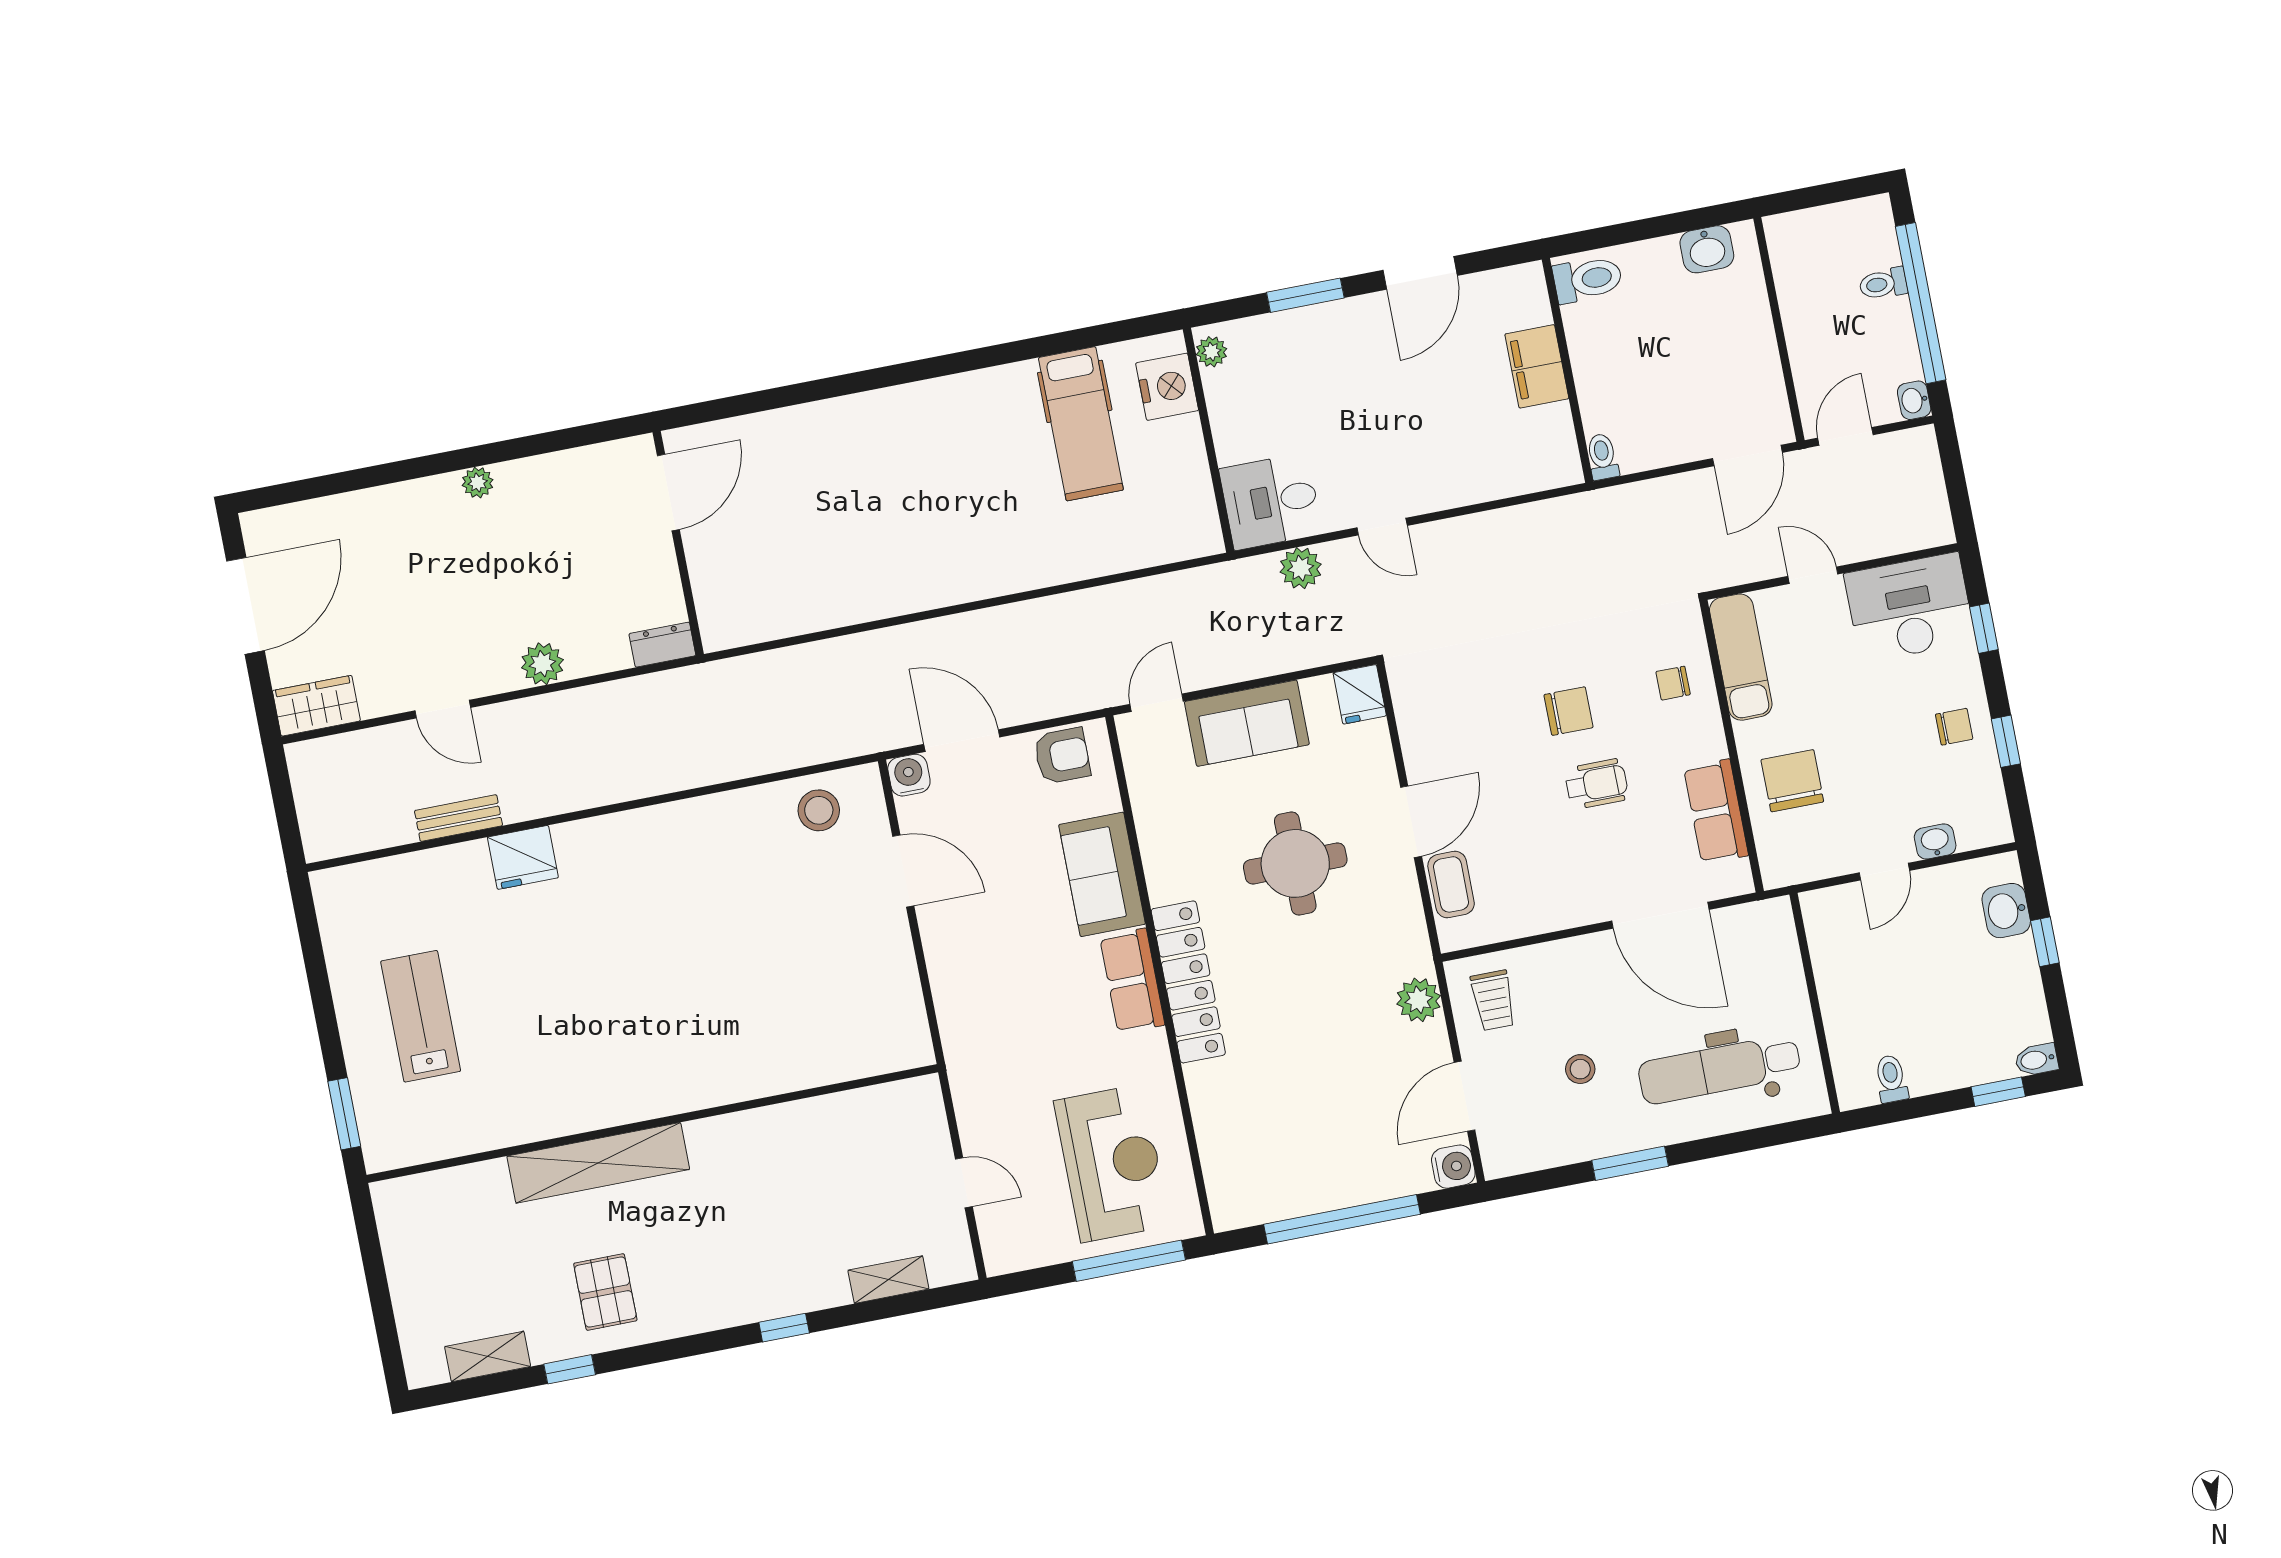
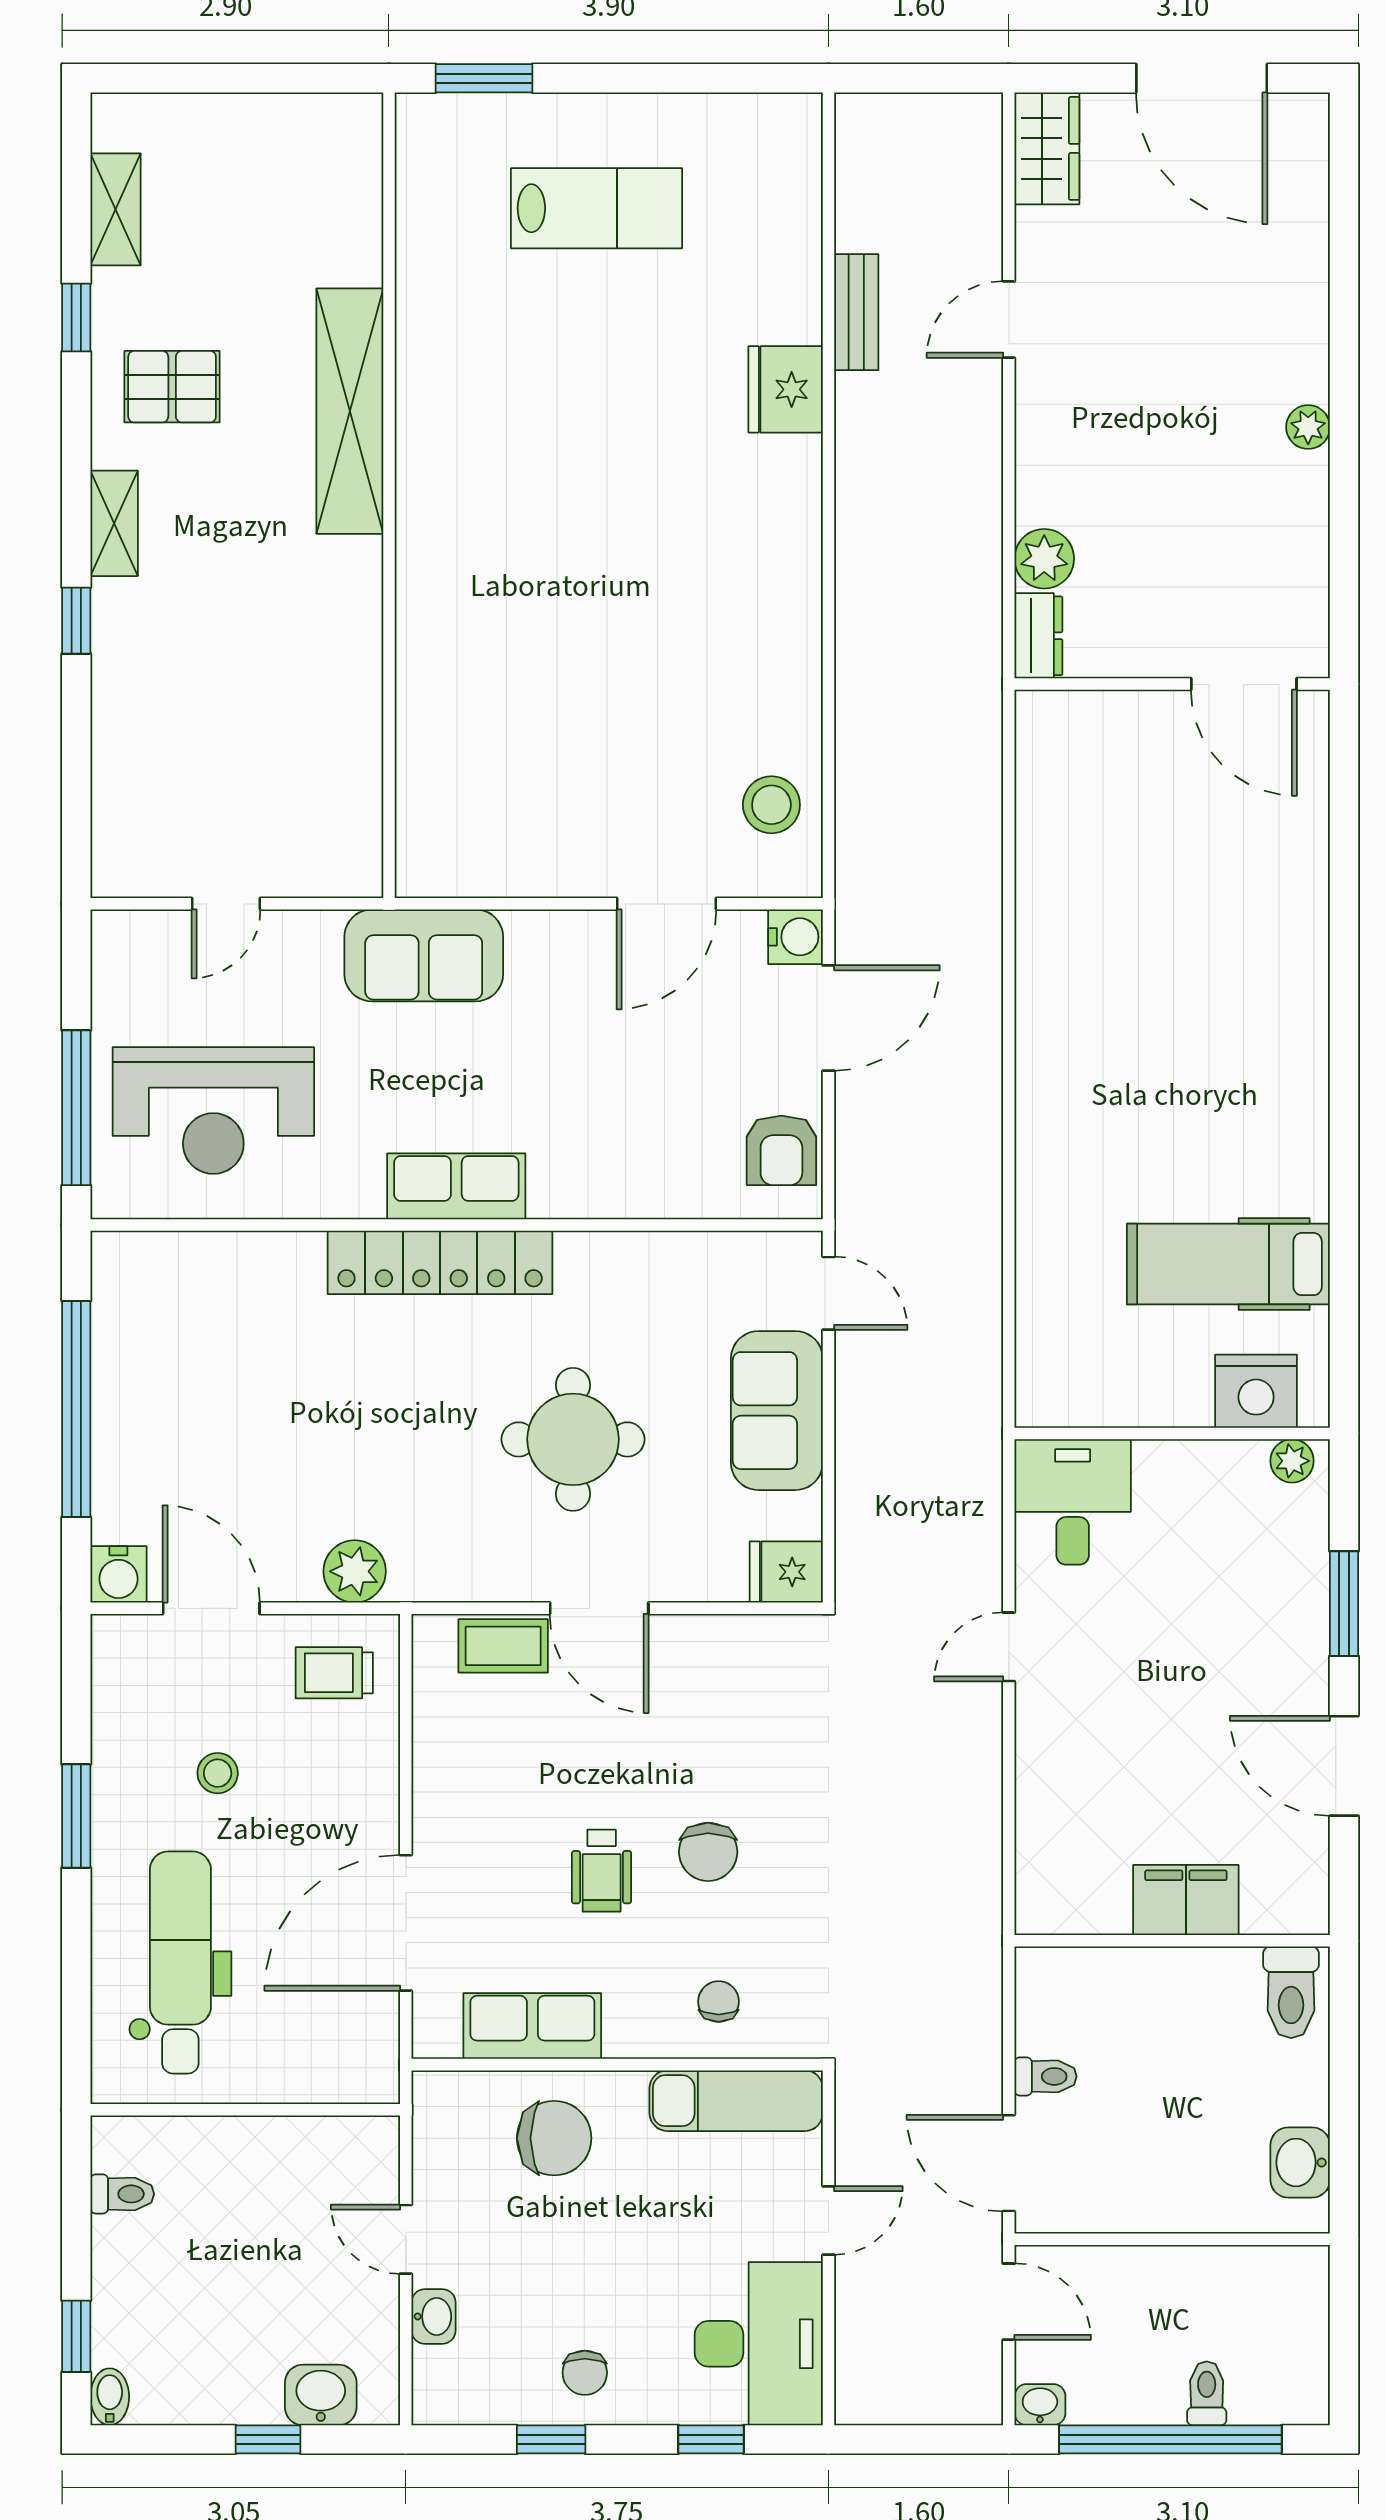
toilet: (1602, 457) -> (1046, 2076), moved
plant: (1301, 568) -> (974, 1525), removed
plant: (542, 664) -> (1044, 559), moved
sofa: (1102, 874) -> (424, 955), moved, turned 180
shelving: (888, 1280) -> (114, 523), moved

